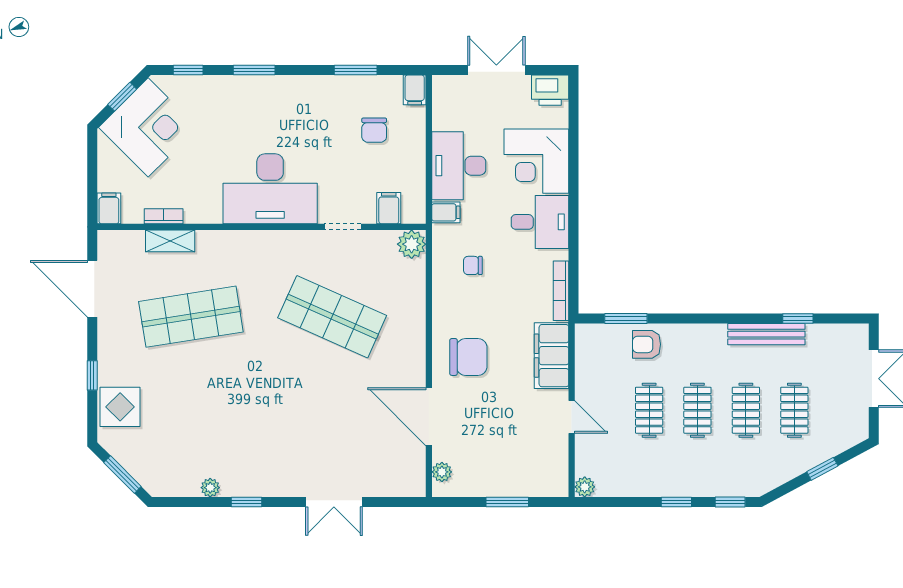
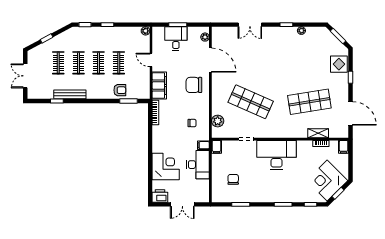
filing cabinet: (415, 90) -> (216, 196), removed
filing cabinet: (389, 208) -> (217, 147), moved
desk: (540, 222) -> (176, 39), moved, turned 90
plant: (412, 244) -> (218, 121), moved
double door: (334, 502) -> (250, 25), swing flipped

